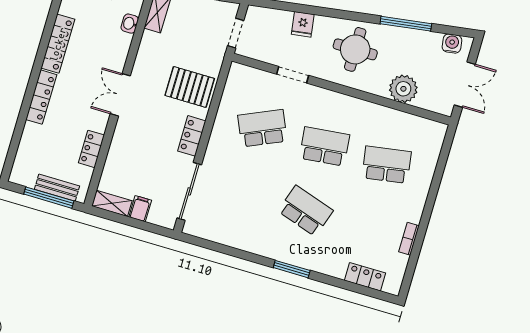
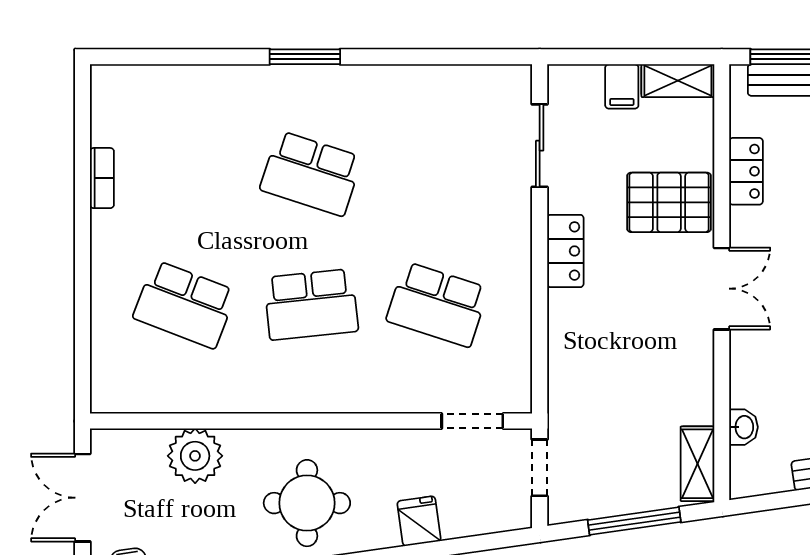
doorway: (293, 75) -> (472, 421), moved
pallet: (190, 87) -> (669, 202), moved
school desk: (262, 128) -> (437, 304), turned 42
school desk: (387, 165) -> (185, 304), turned 30
sliding door: (189, 191) -> (540, 146), width x0.73
locker: (365, 277) -> (163, 83), removed

